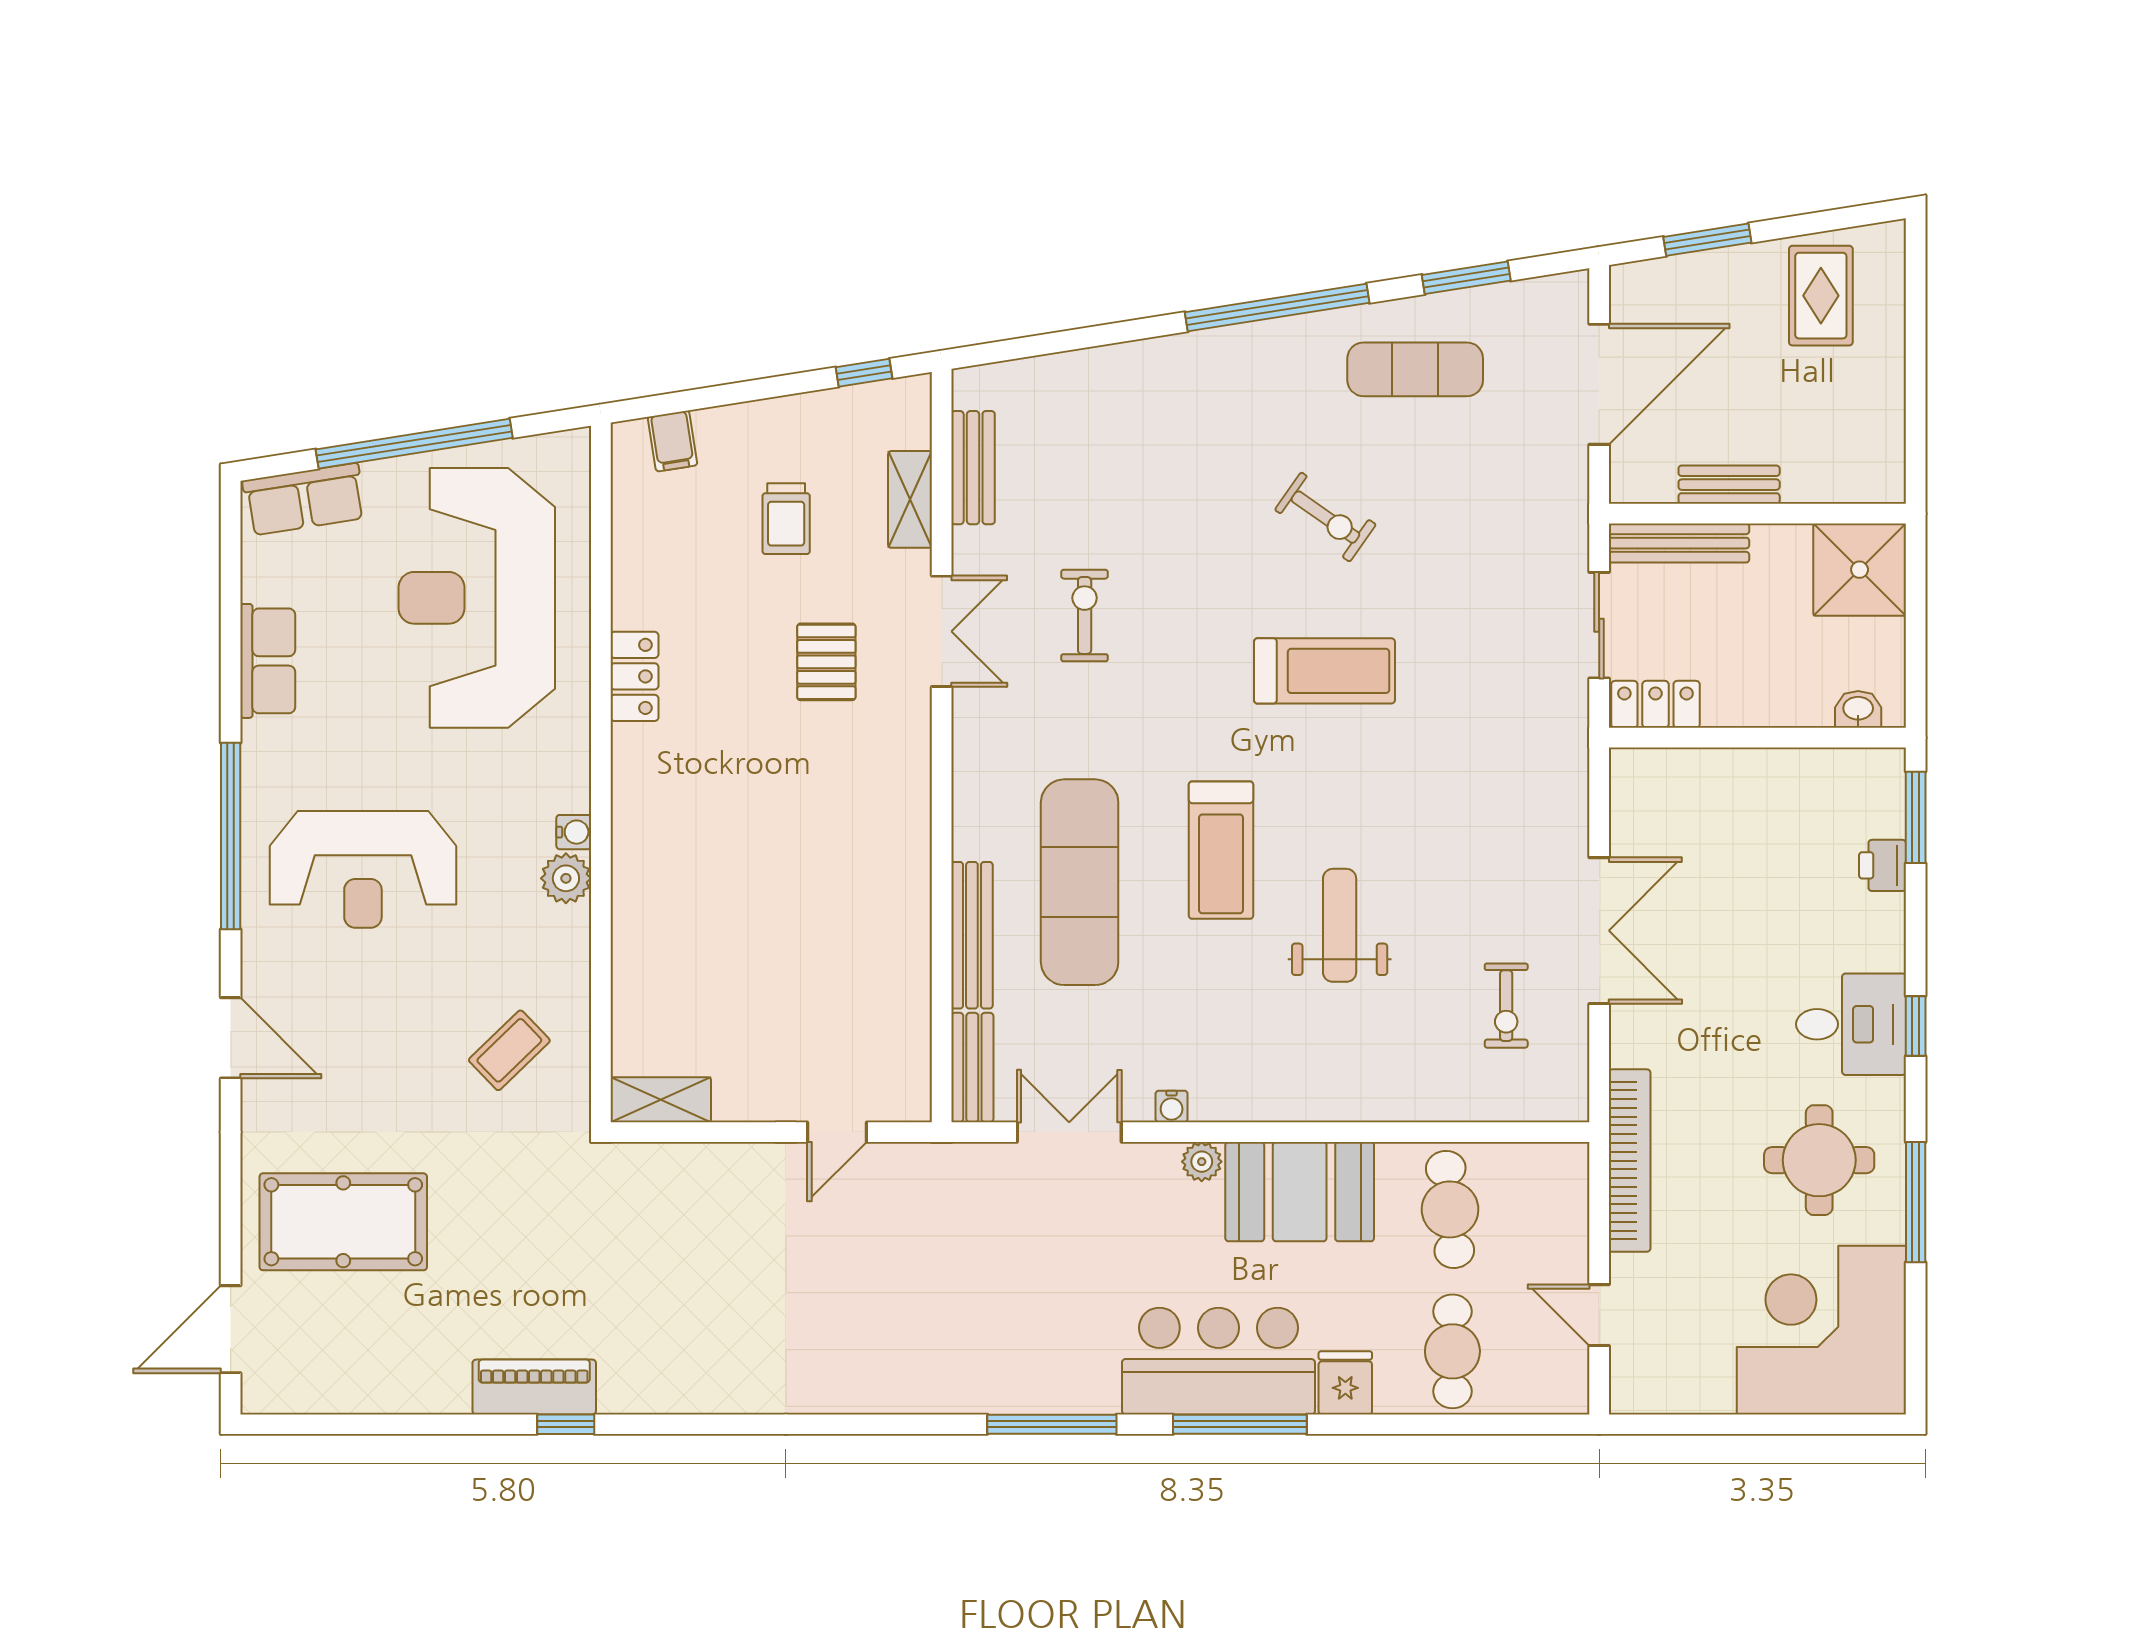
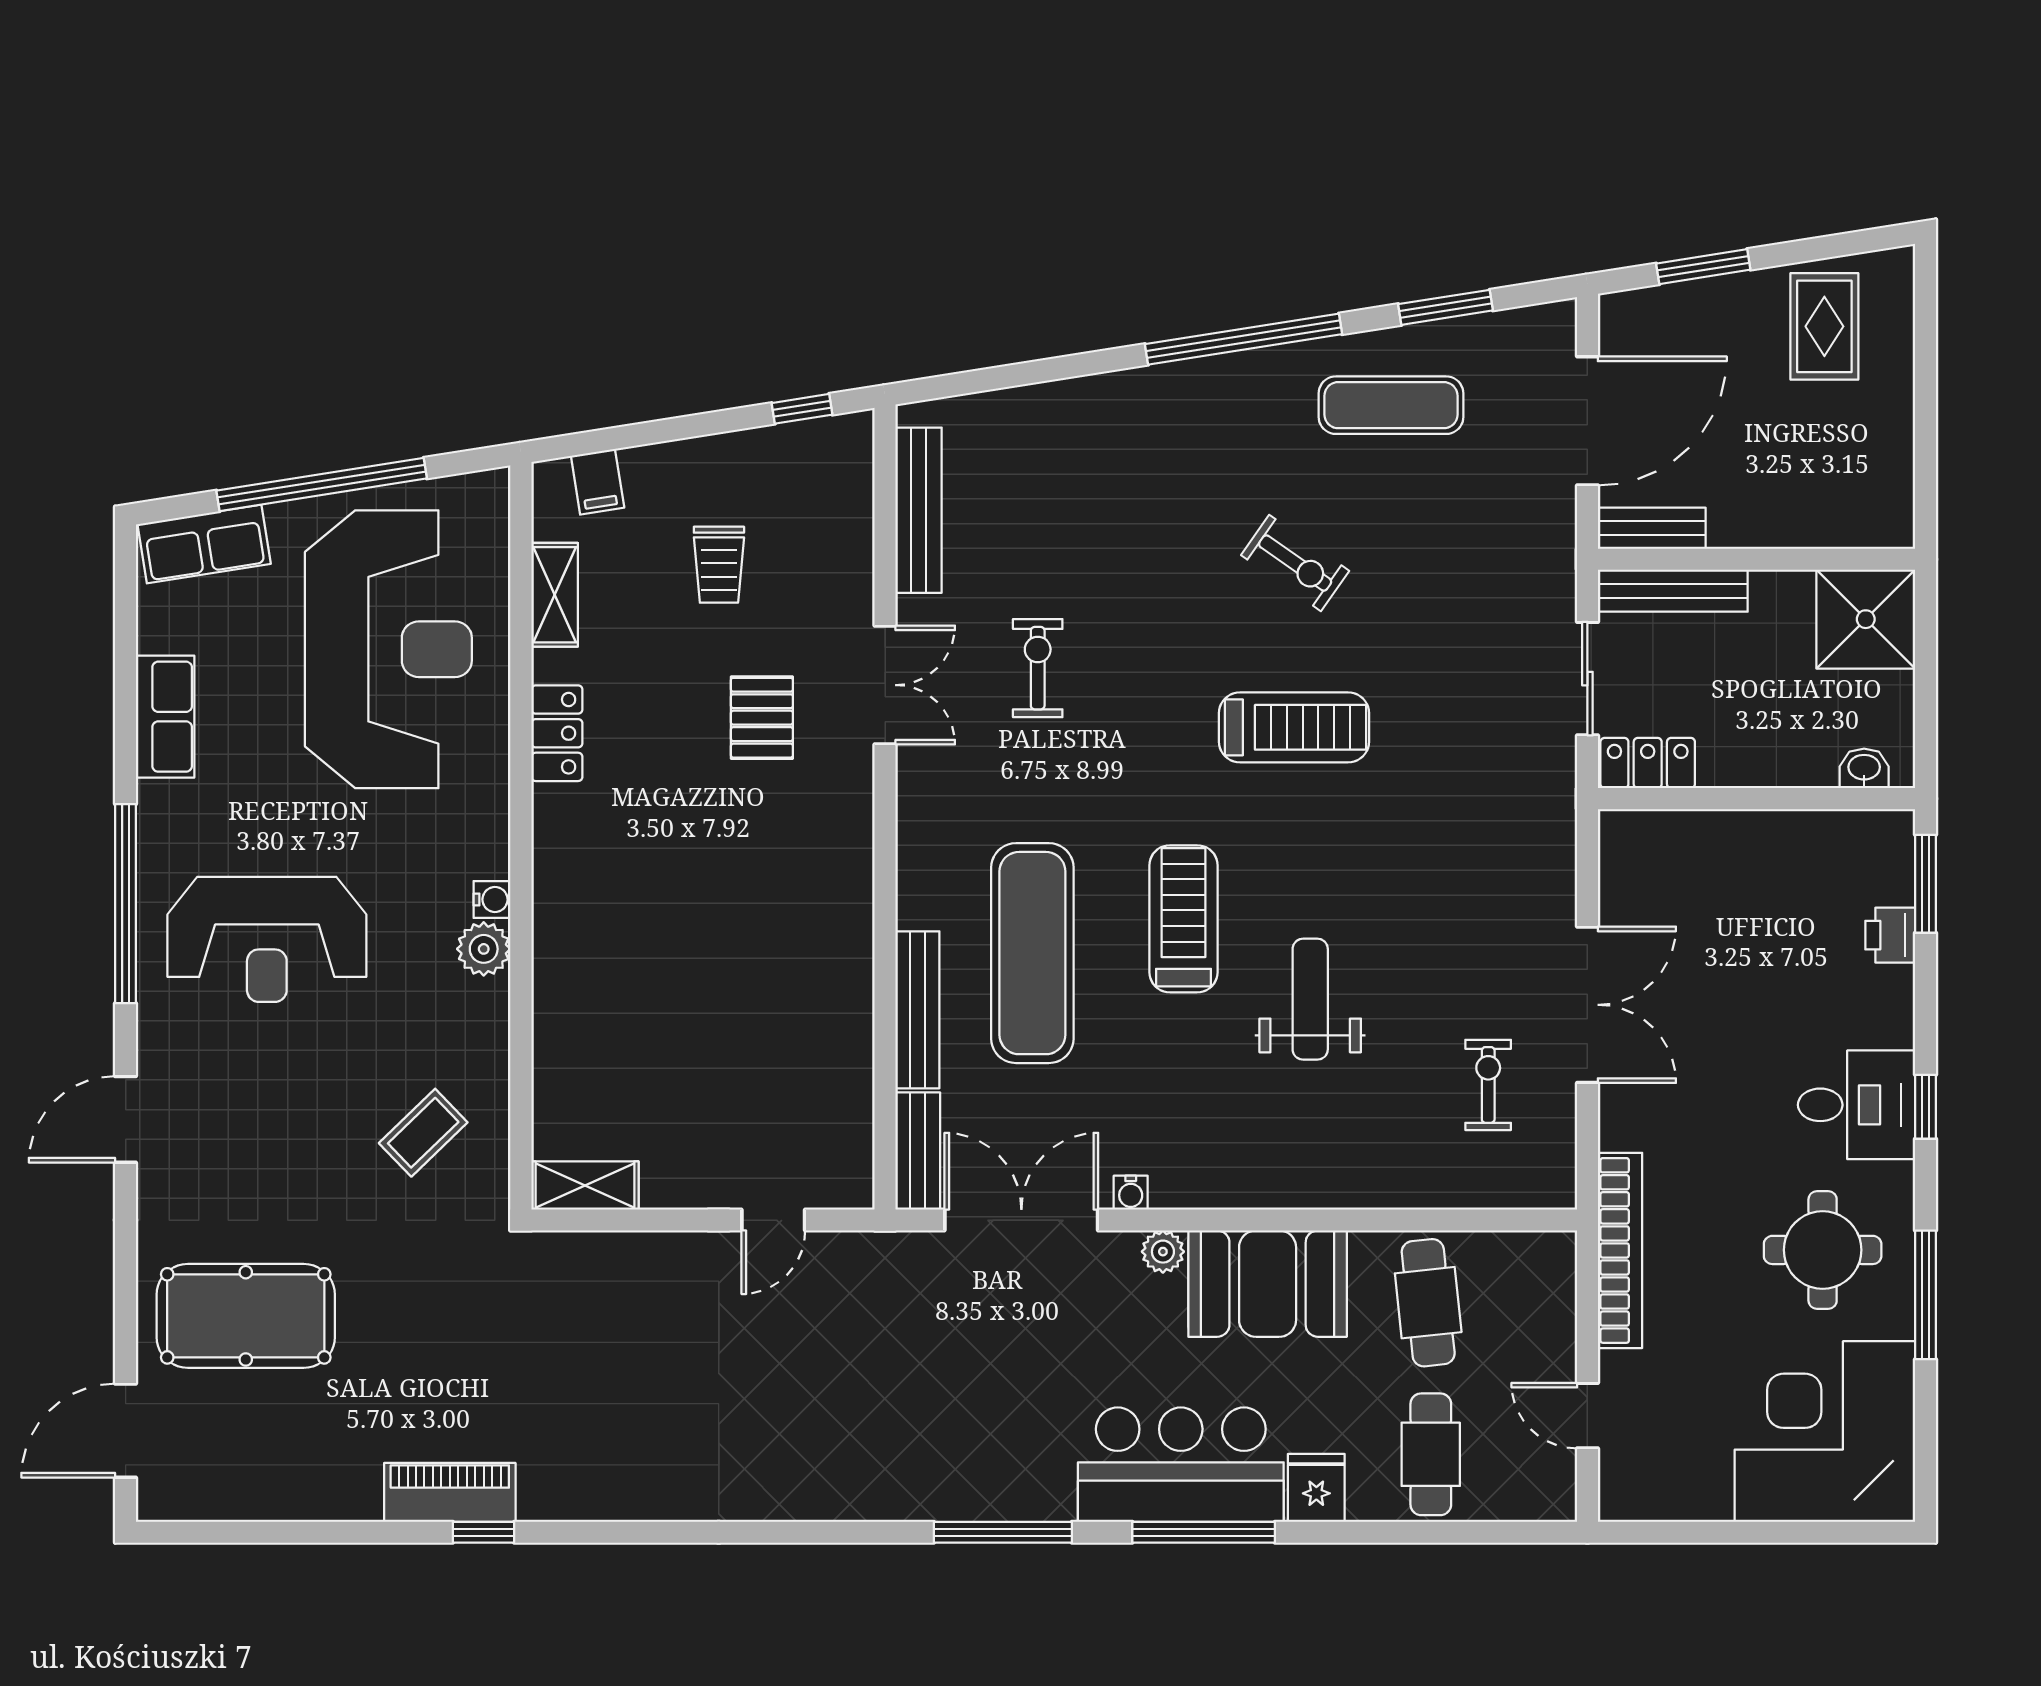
bench: (973, 468) -> (919, 510), width x1.36
bench: (1729, 485) -> (1652, 528), moved
shelving: (910, 499) -> (555, 595), moved
reception desk: (477, 598) -> (388, 649), turned 180
treadmill: (1221, 850) -> (1183, 919), turned 180
exercise bike: (1506, 1006) -> (1488, 1085), turned 180
door: (231, 1038) -> (126, 1119), swing flipped
double door: (1069, 1132) -> (1021, 1220), width x1.37

